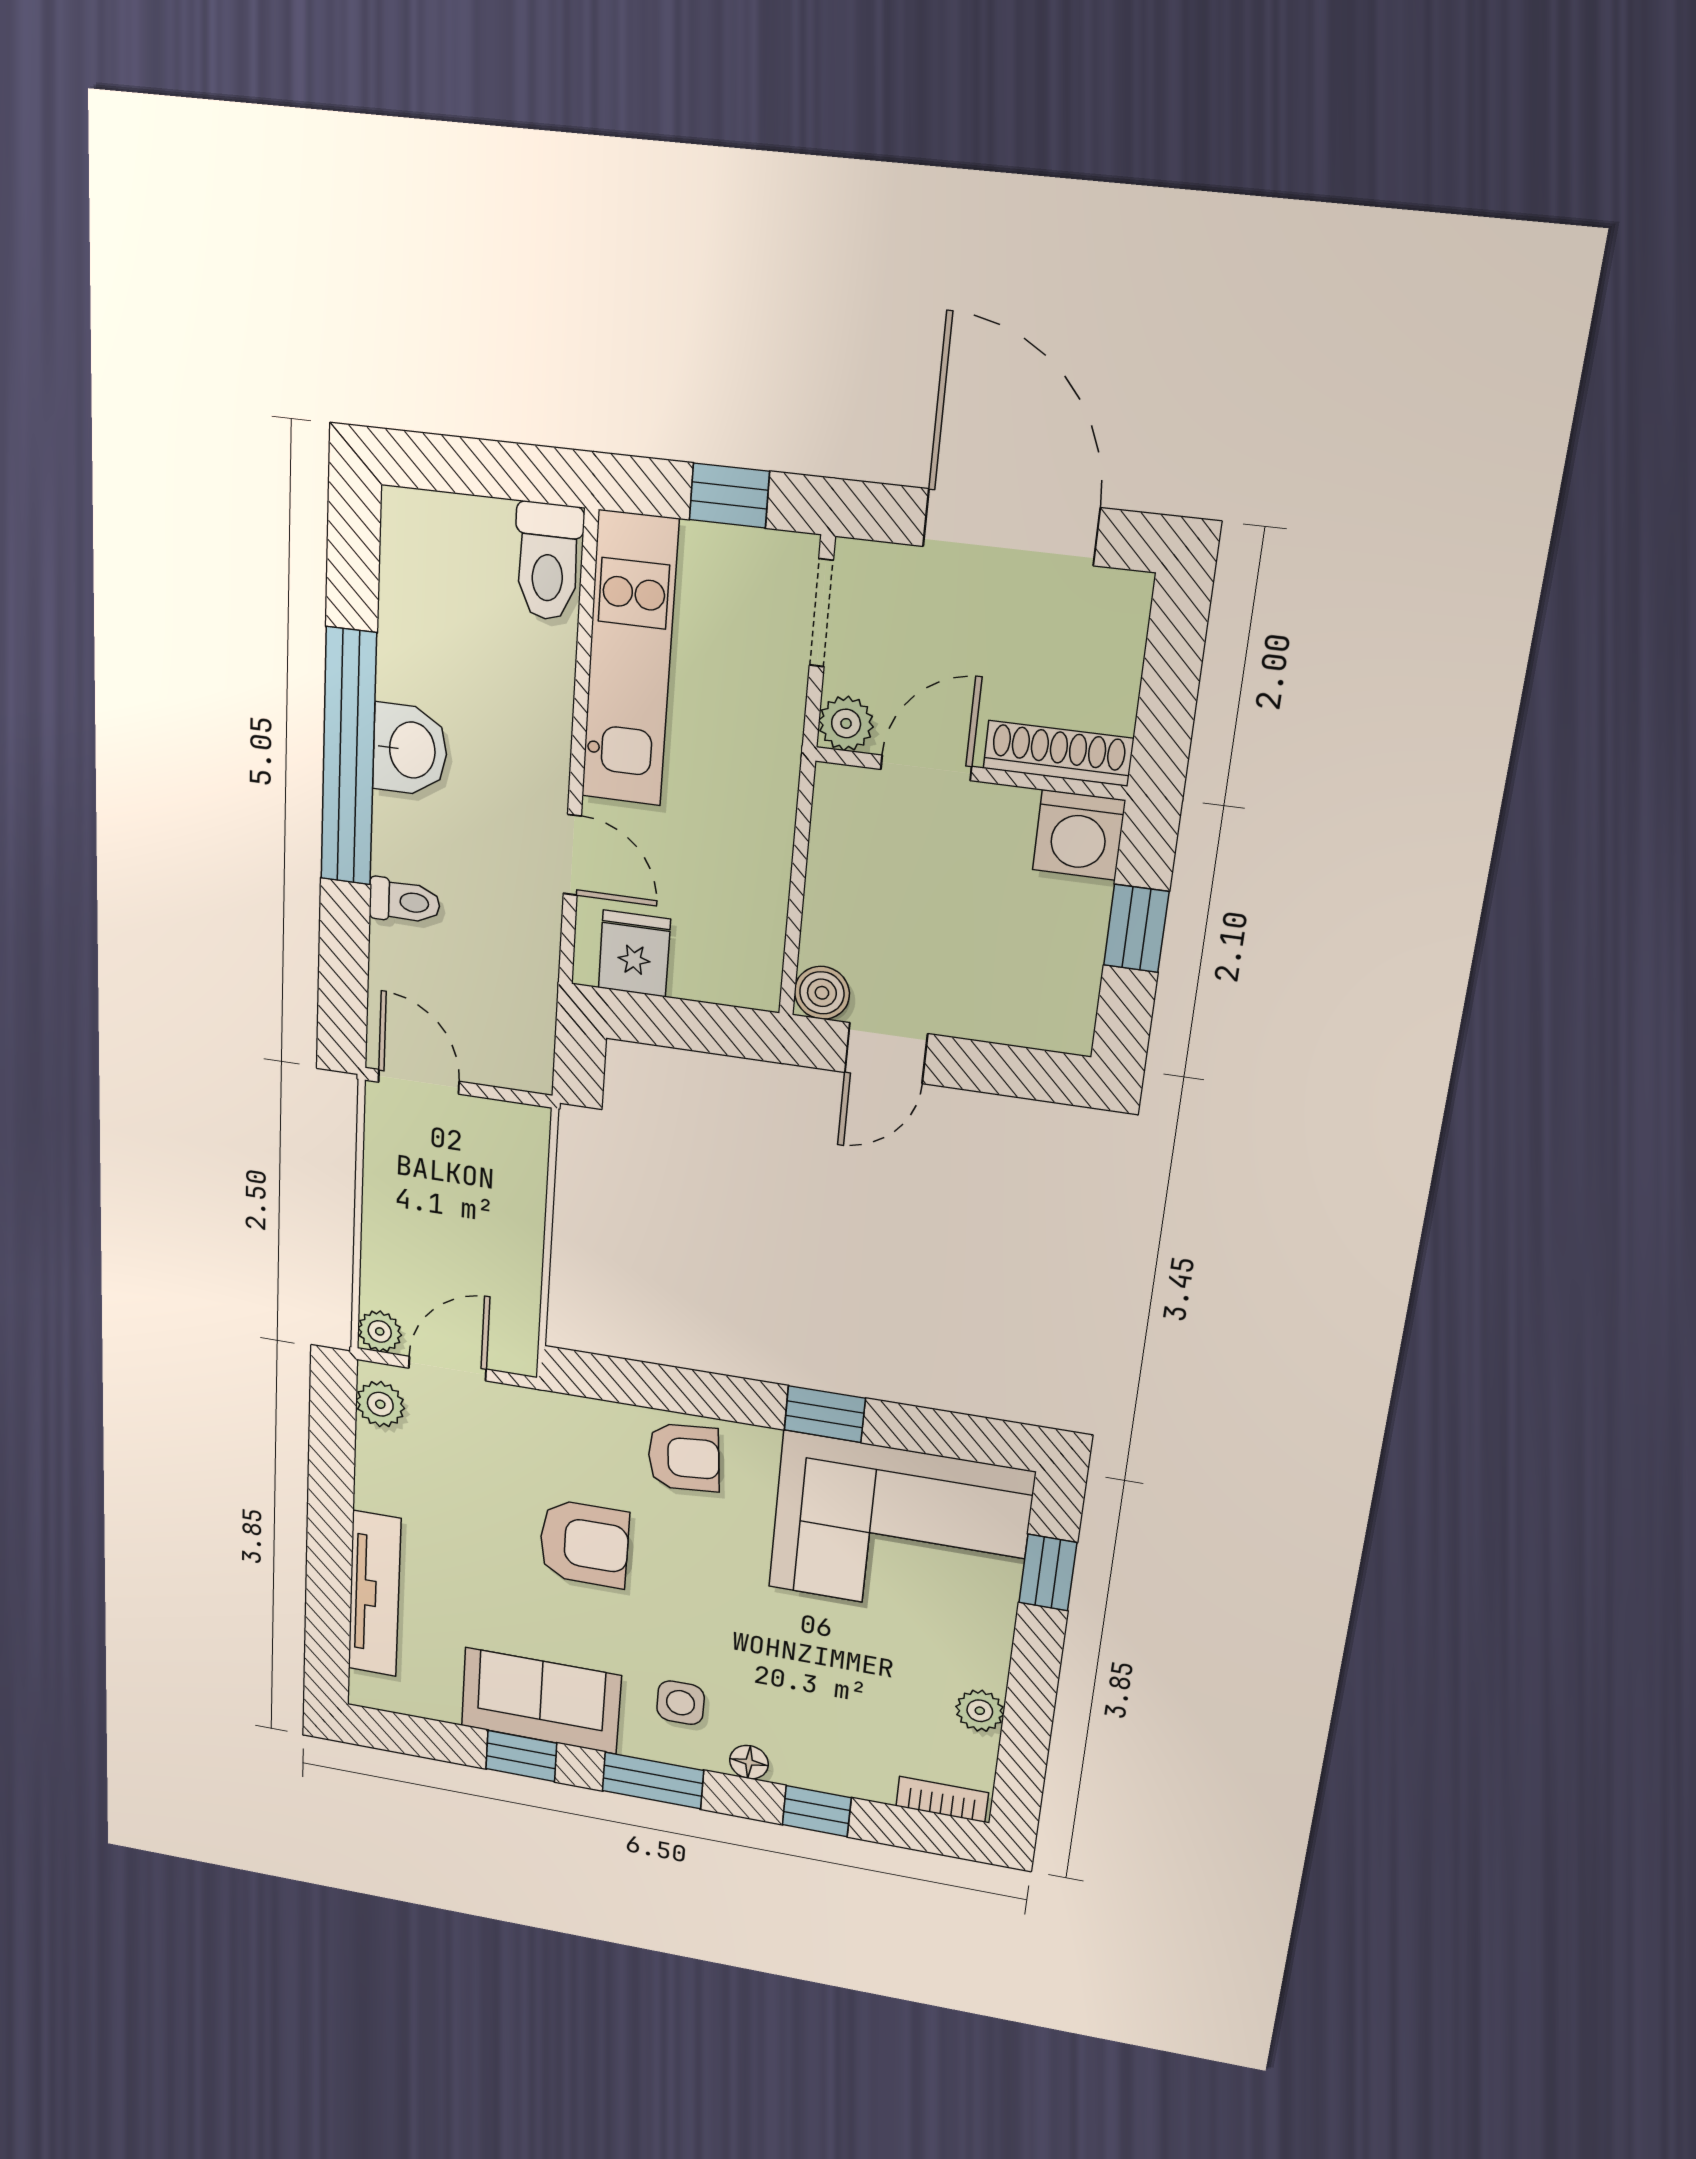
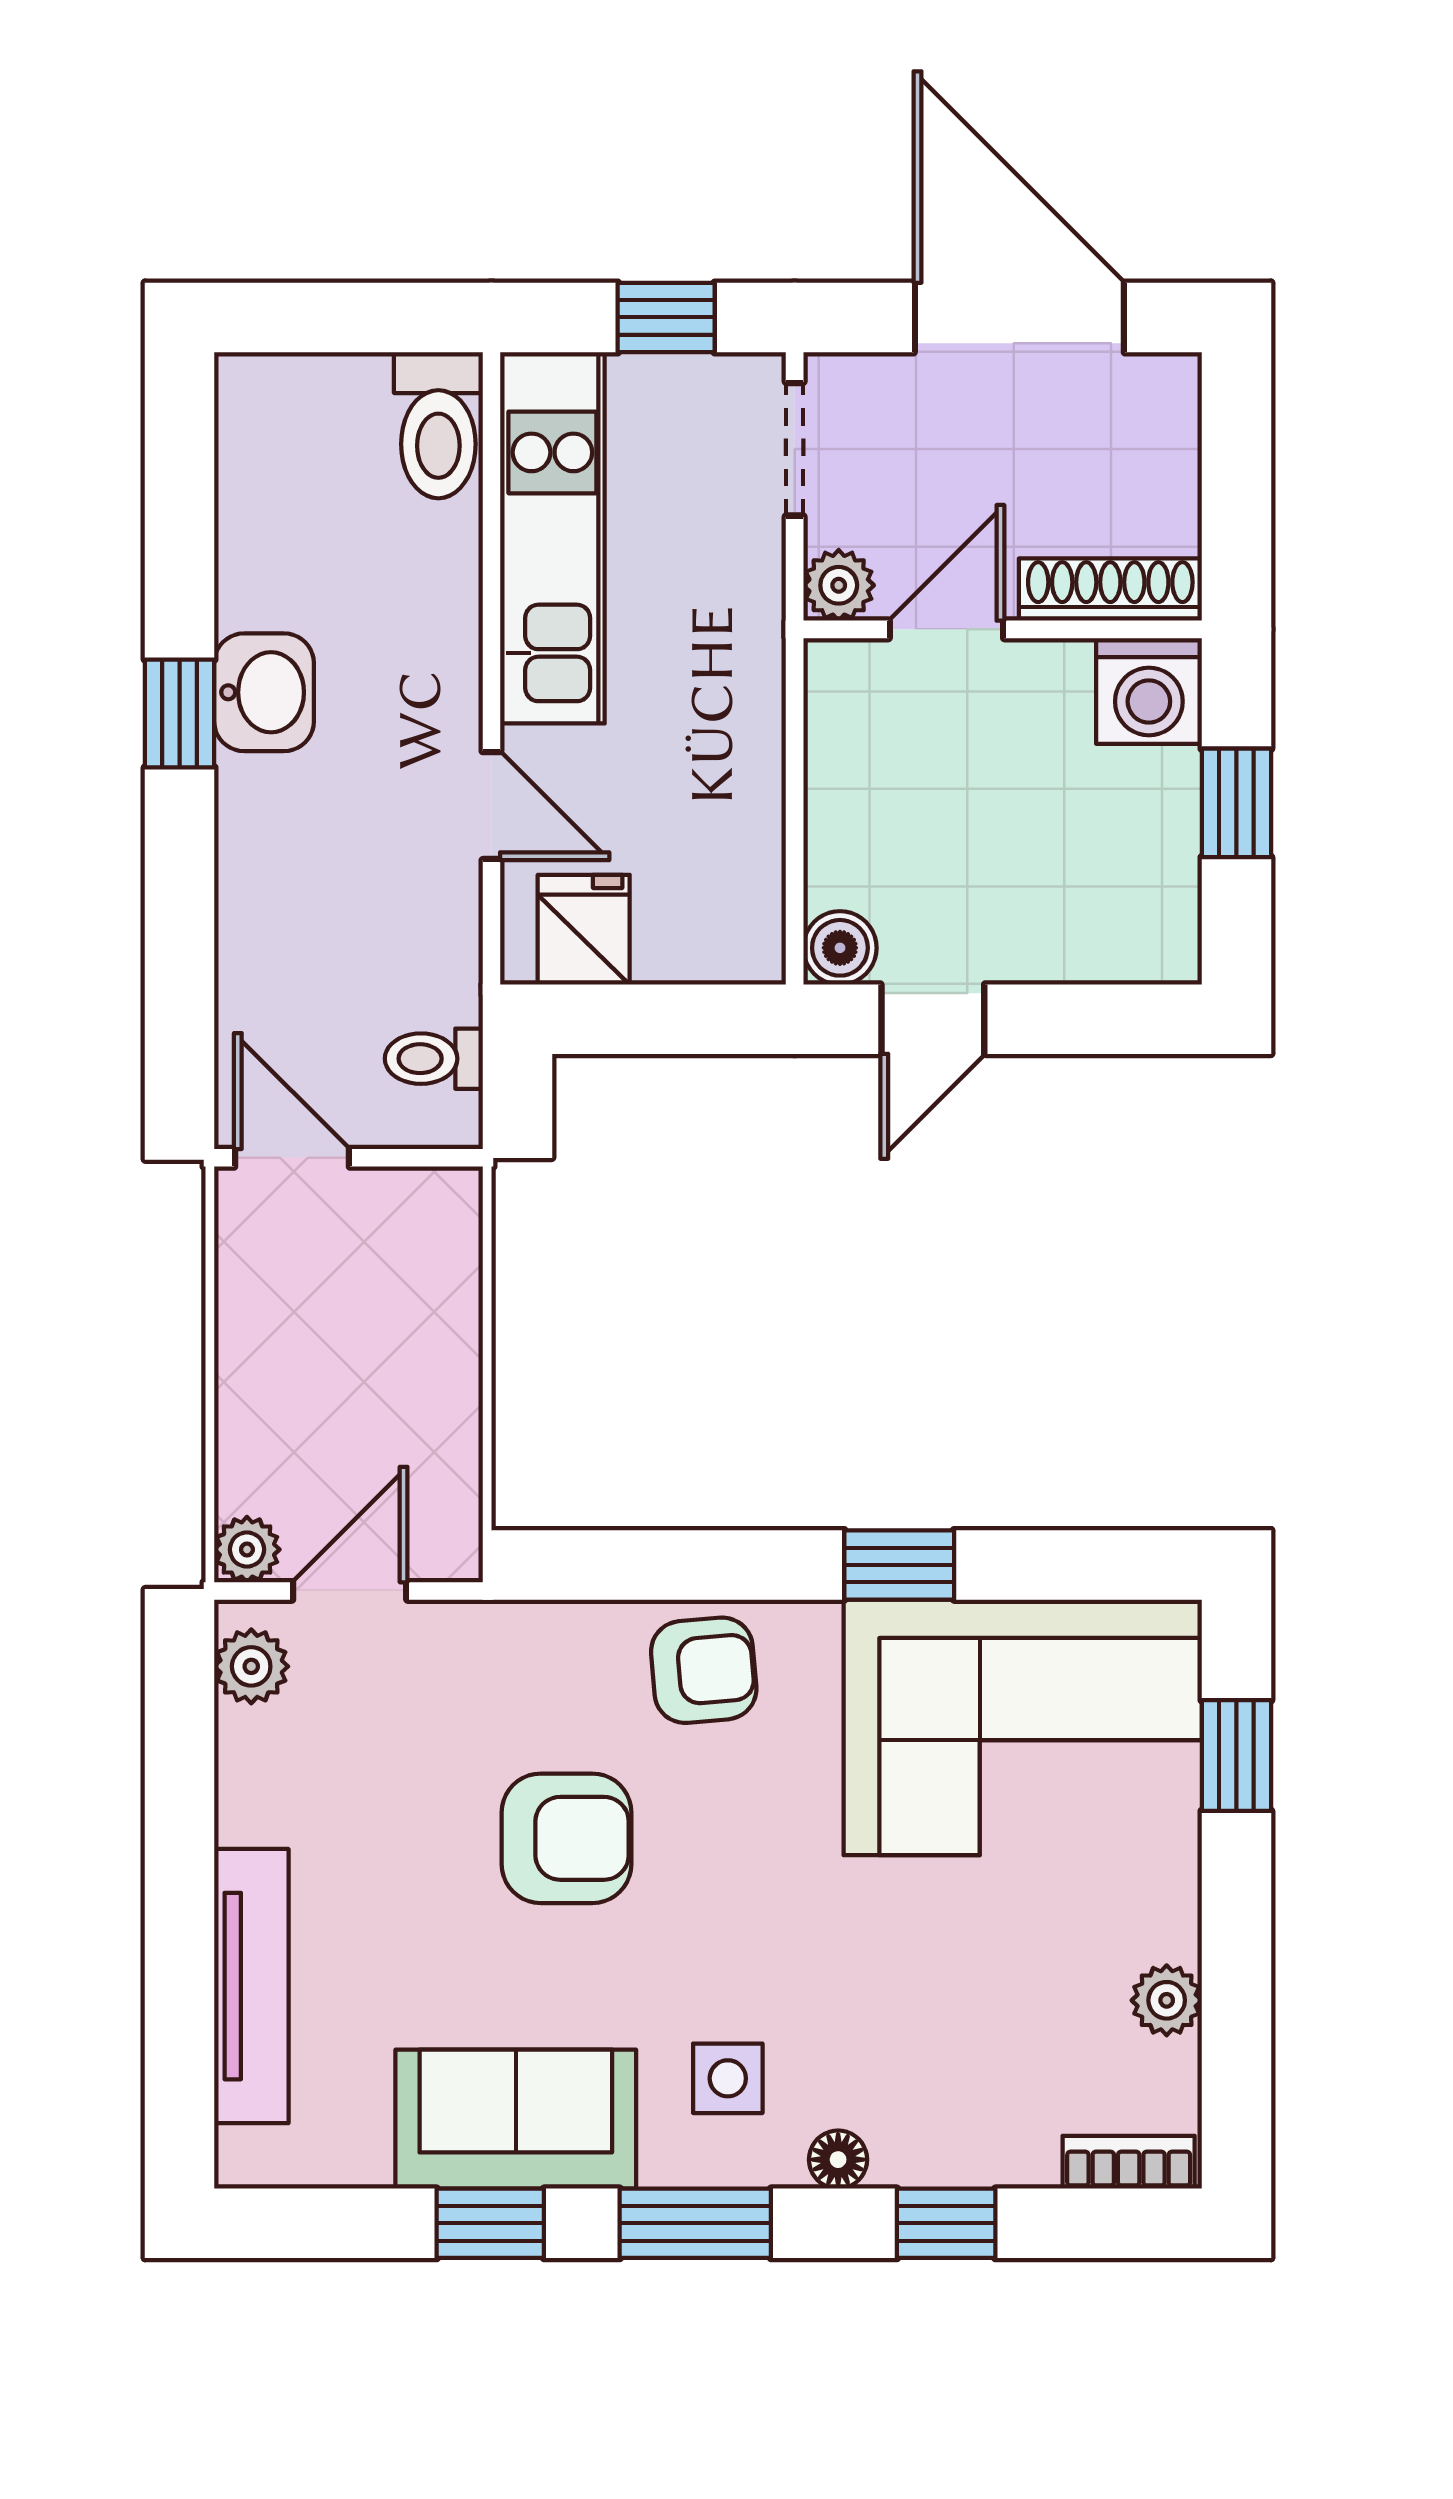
window: (348, 758) -> (180, 713), width x0.32
toilet: (405, 901) -> (434, 1059), moved, turned 180

